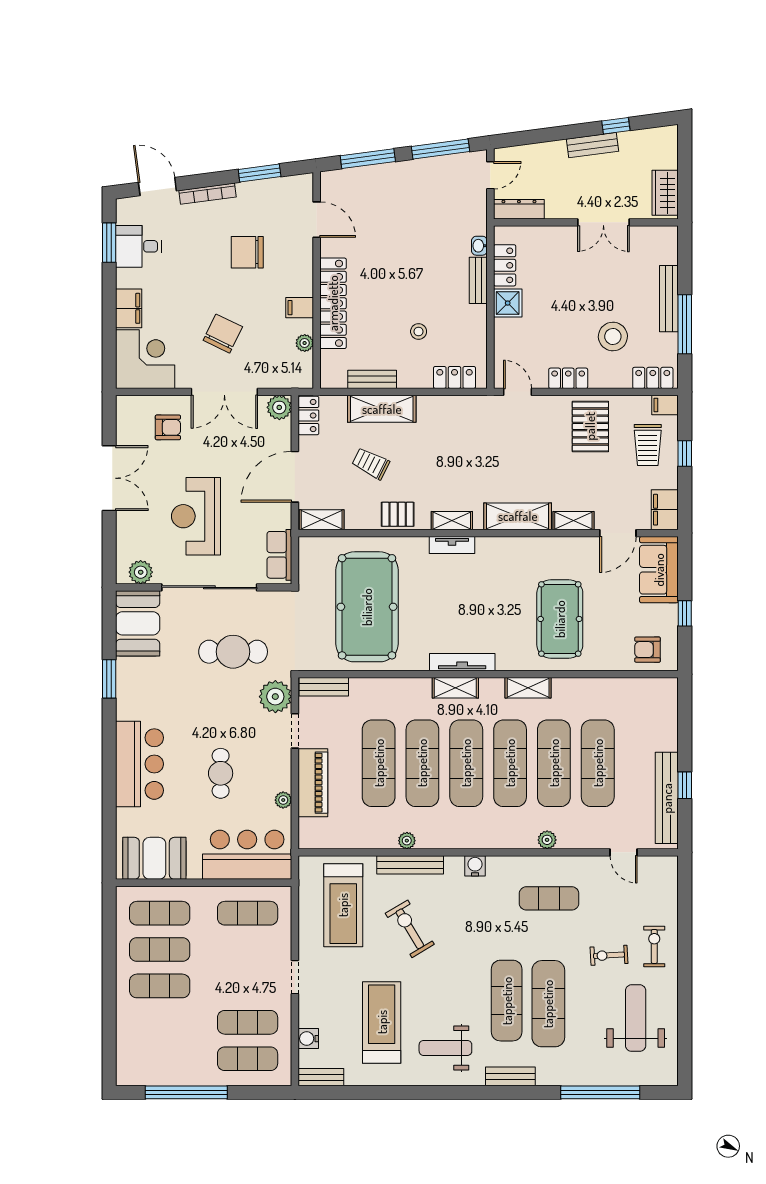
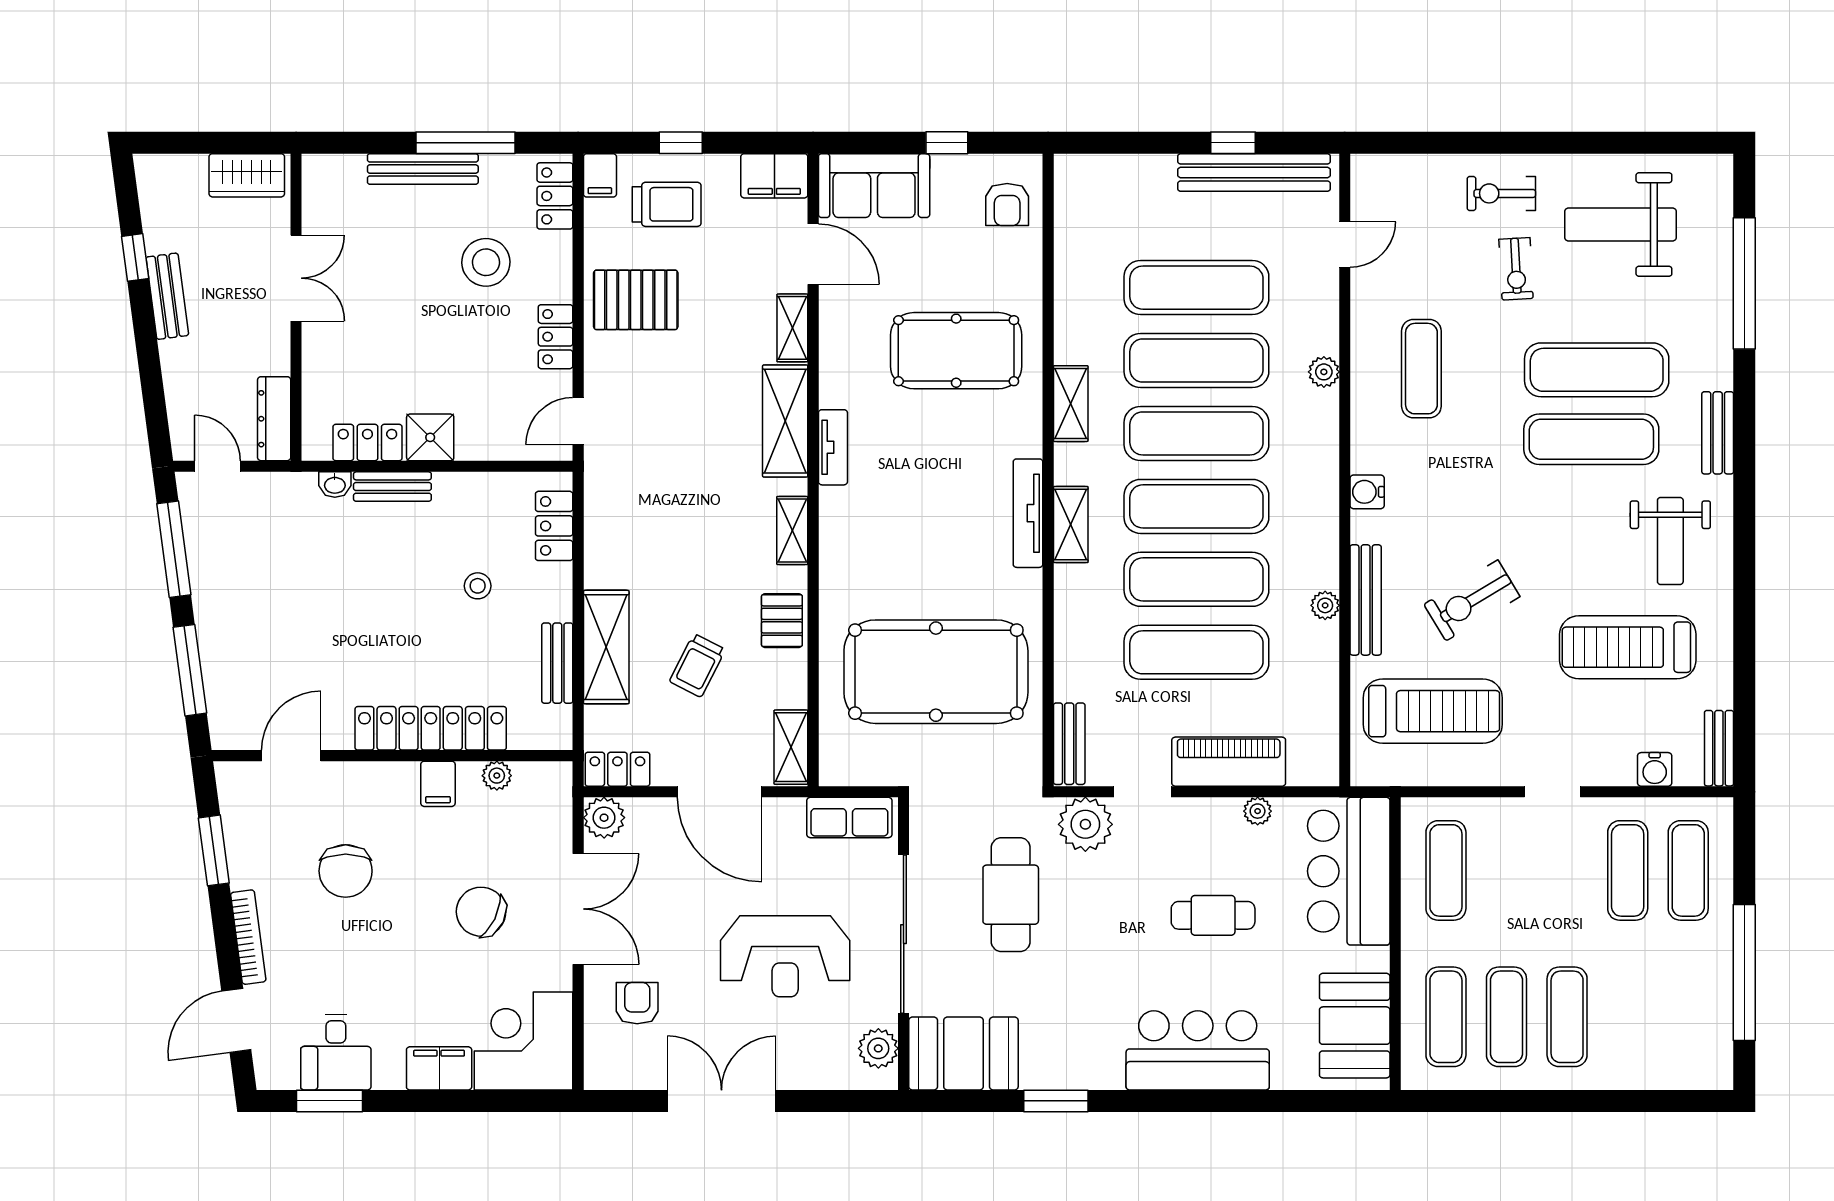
tv unit: (452, 545) -> (833, 447), moved

